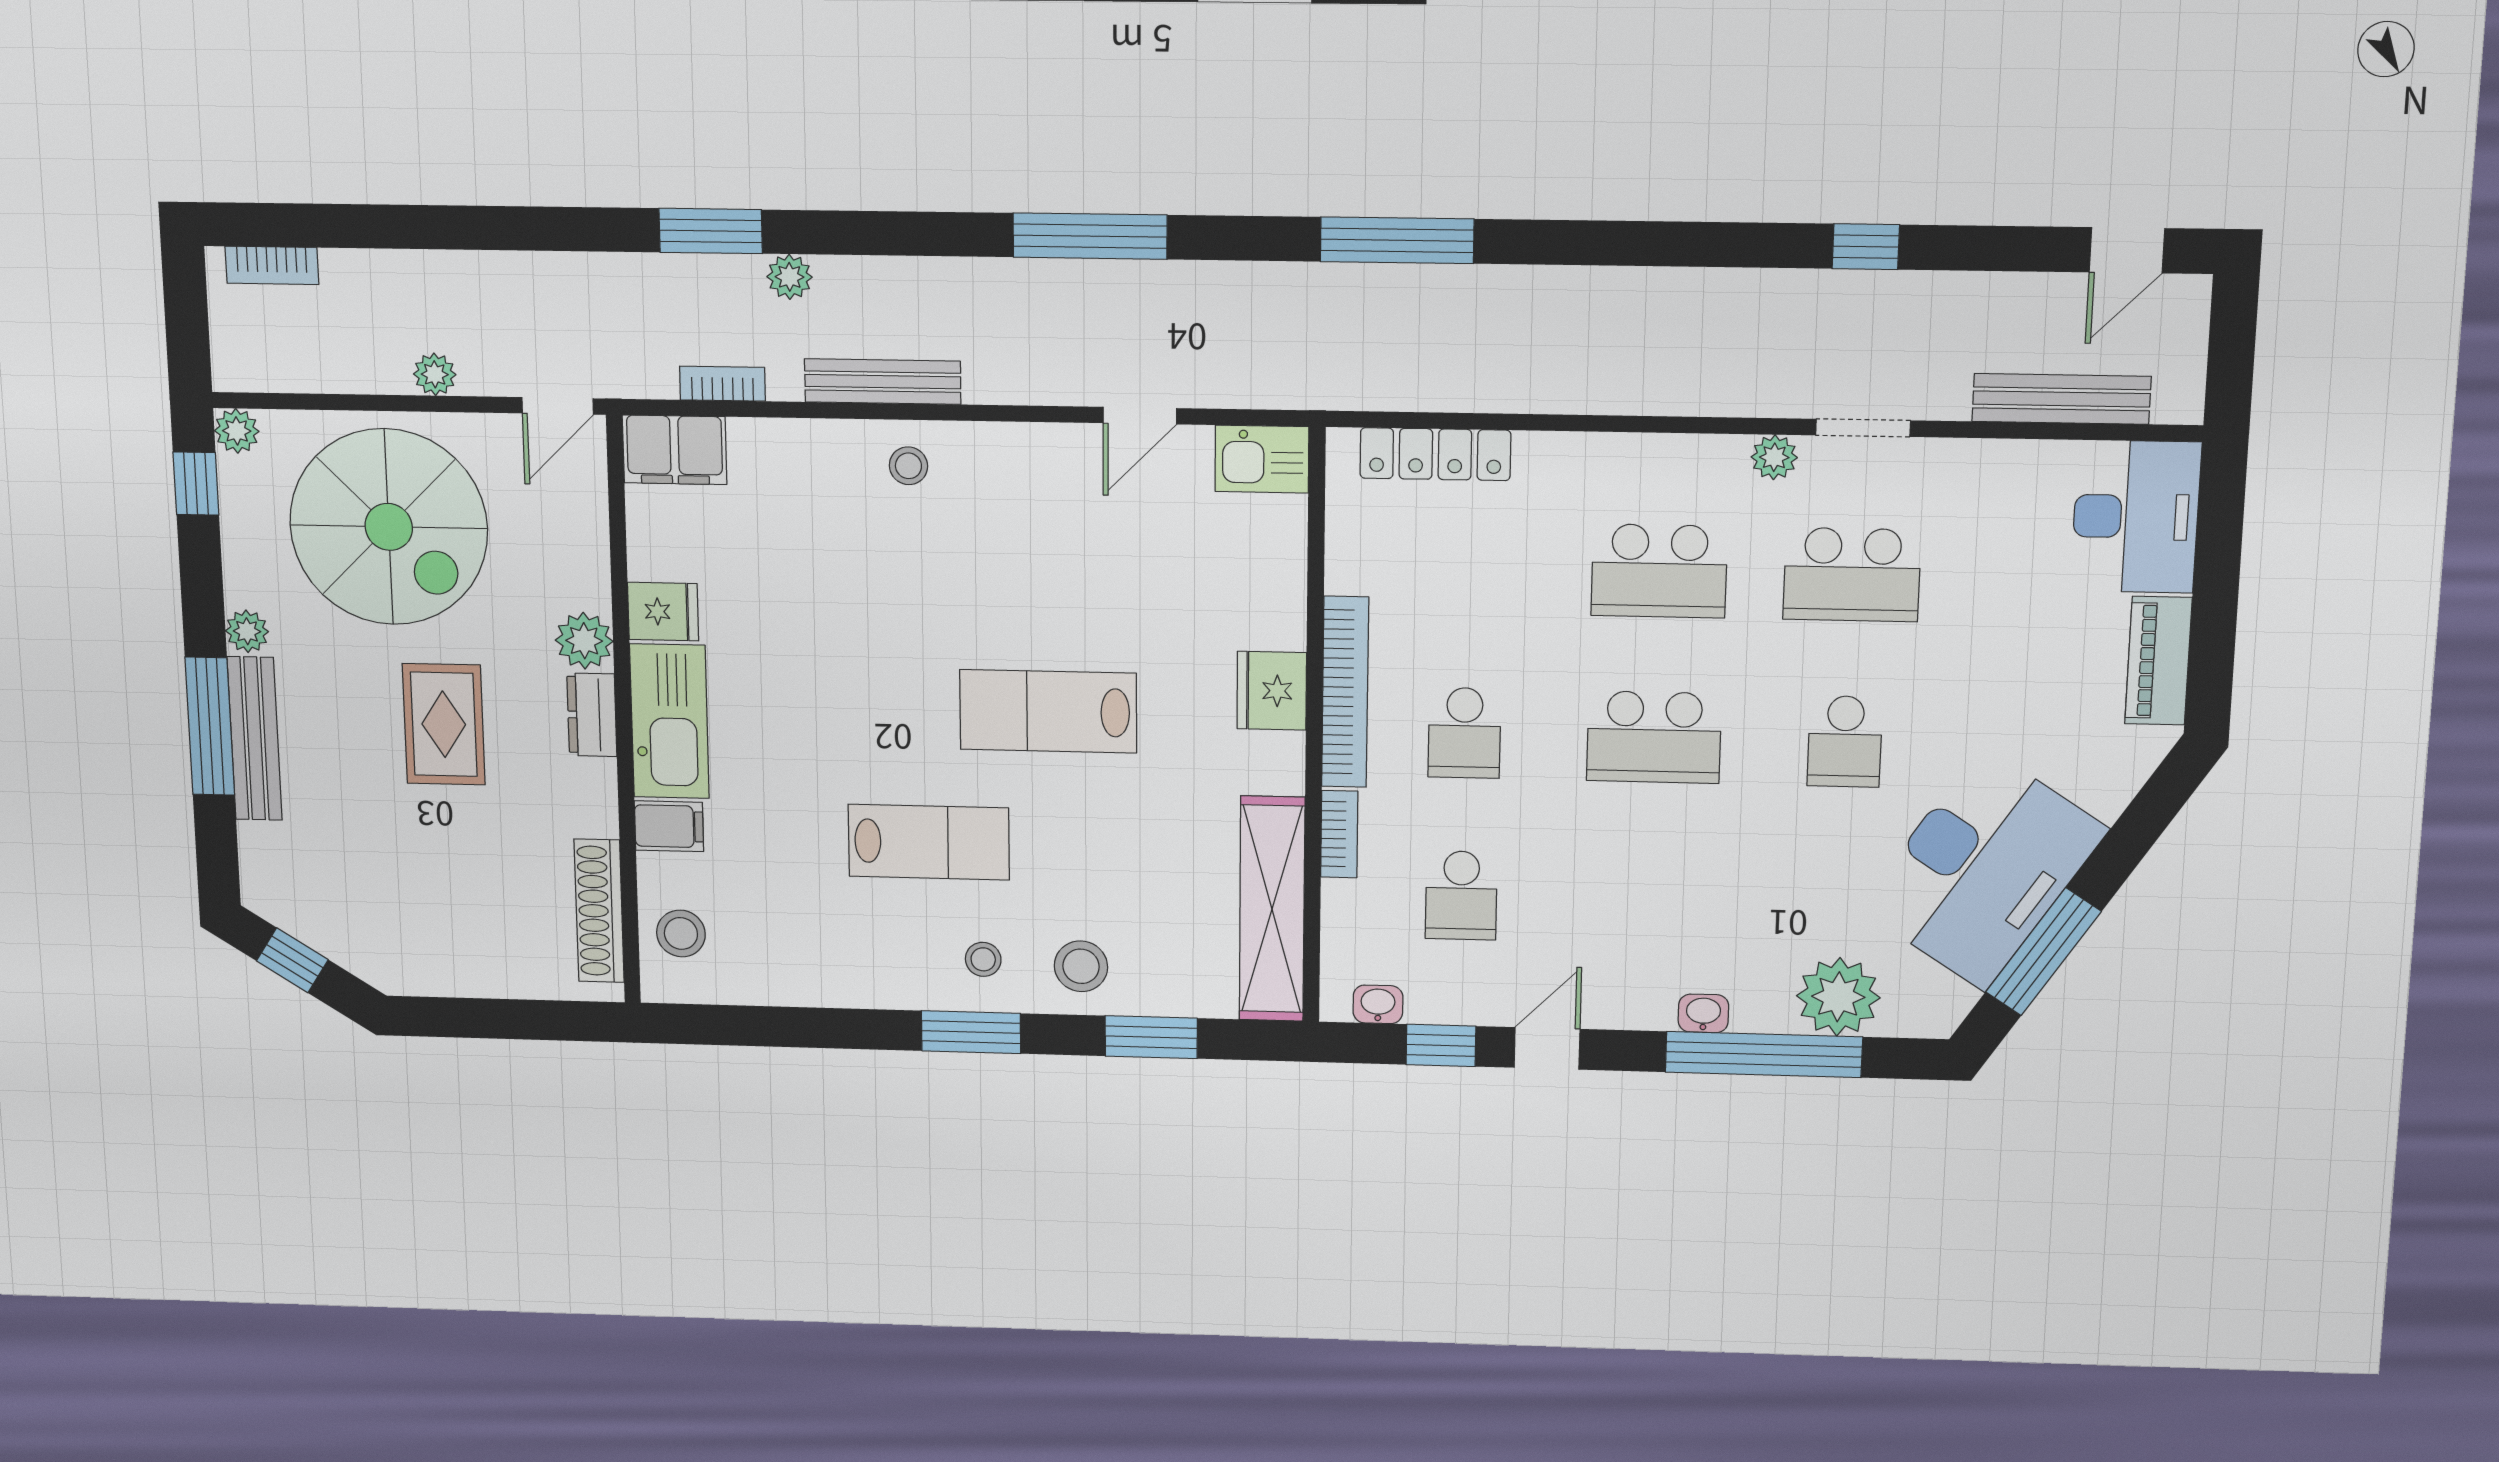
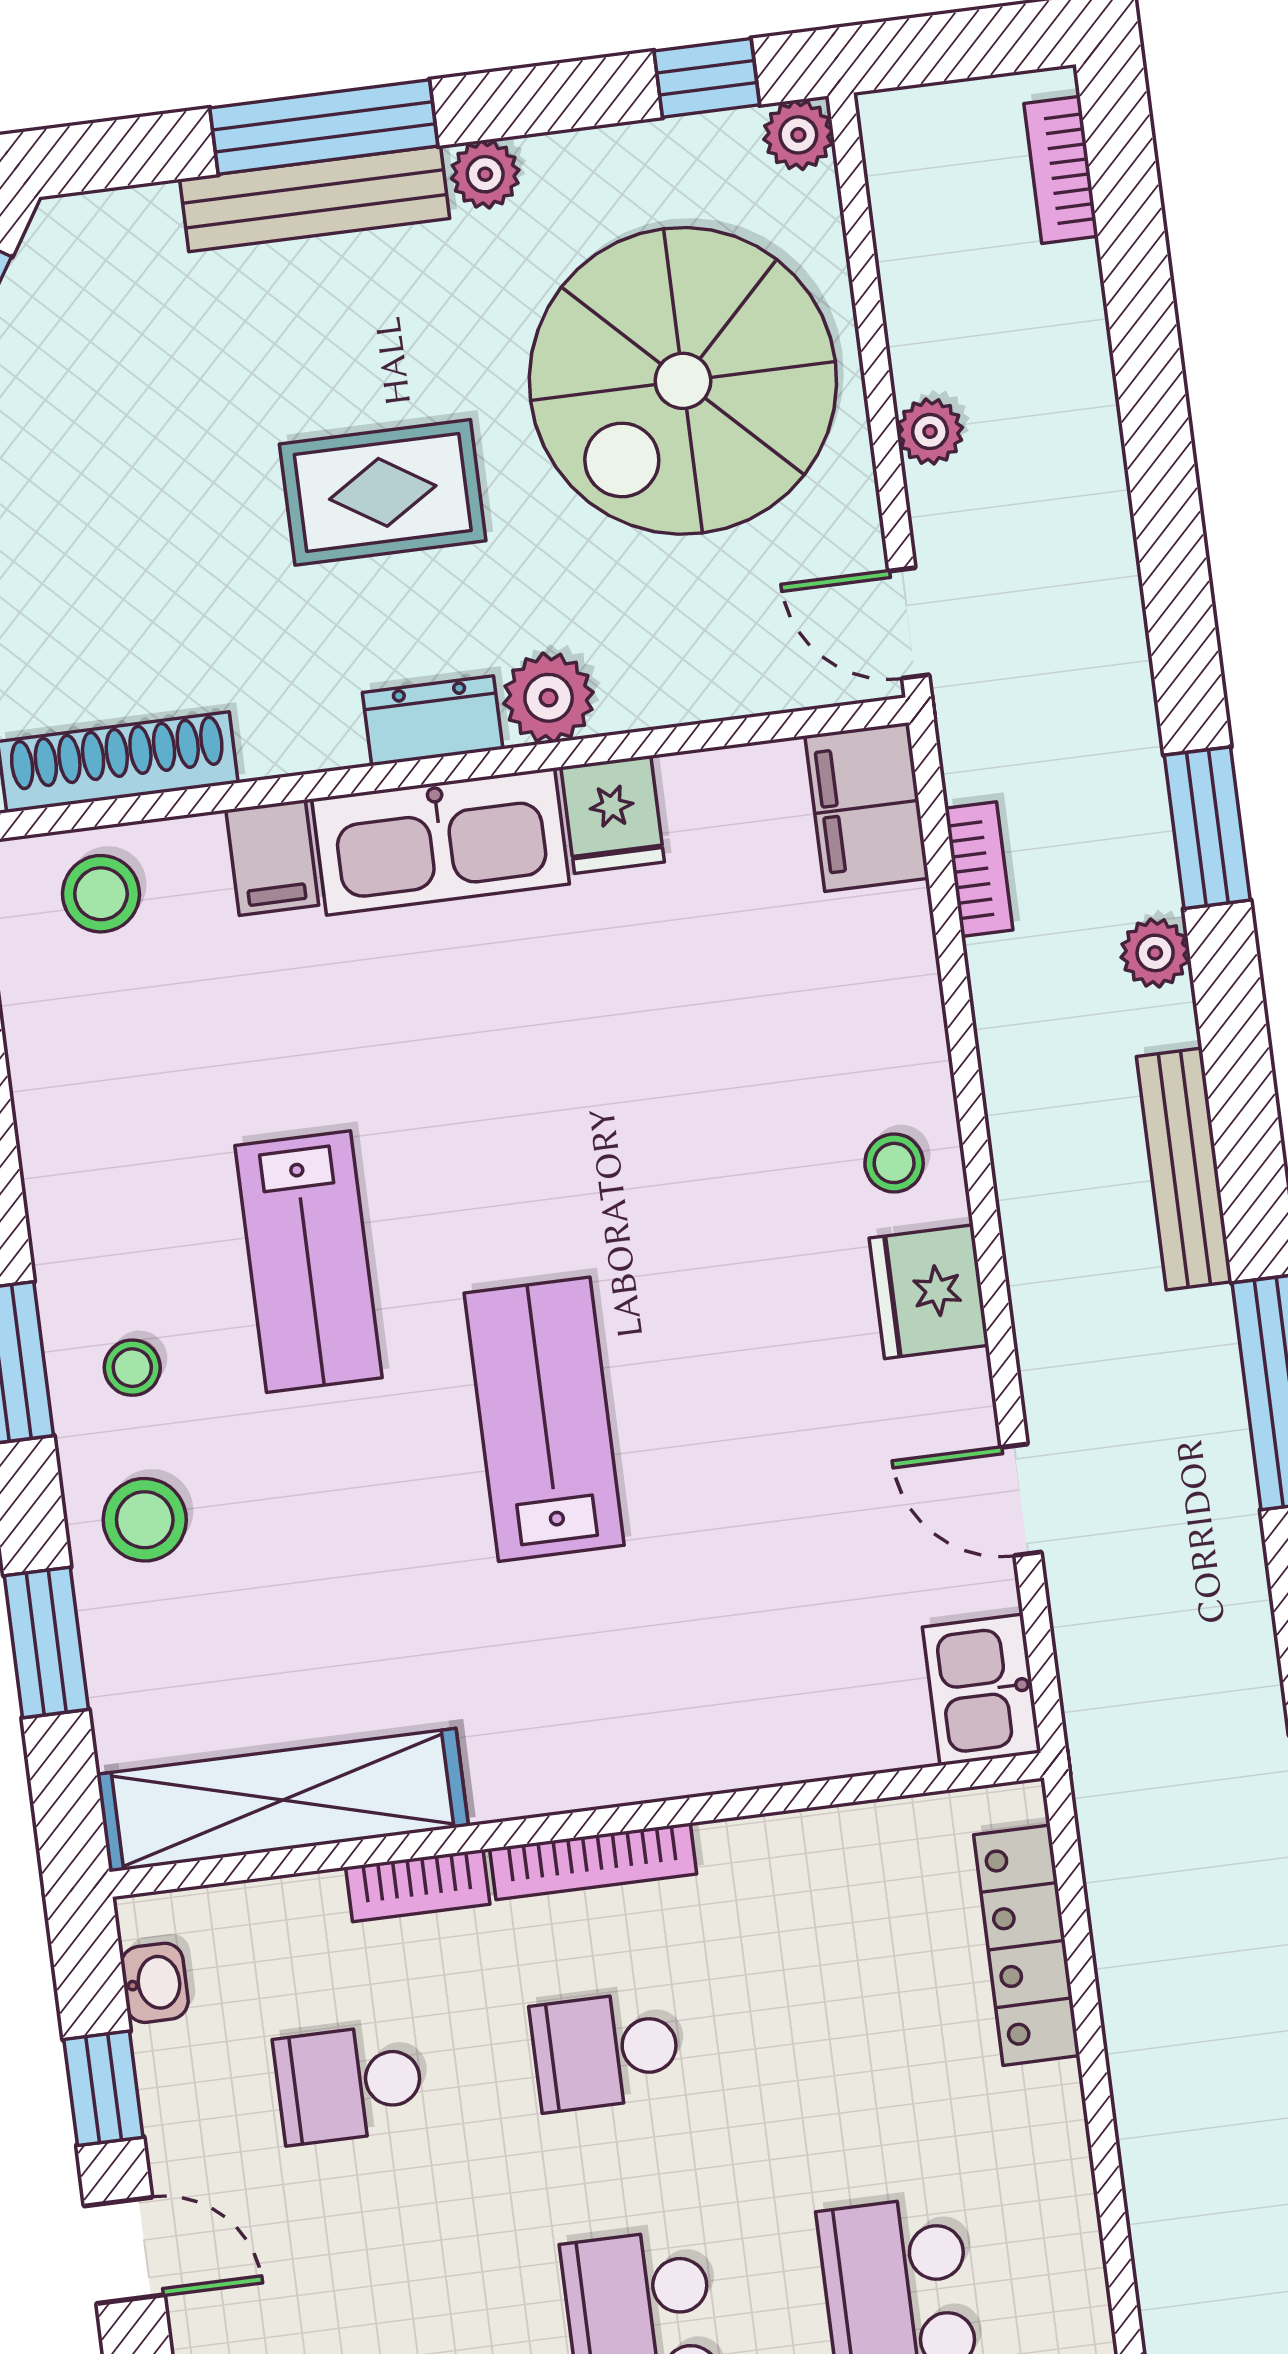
bench: (883, 382) -> (1184, 1169), moved
fridge: (1272, 691) -> (929, 1292), moved, turned -90
bookcase: (1345, 692) -> (593, 1861), width x0.68, depth x0.76

